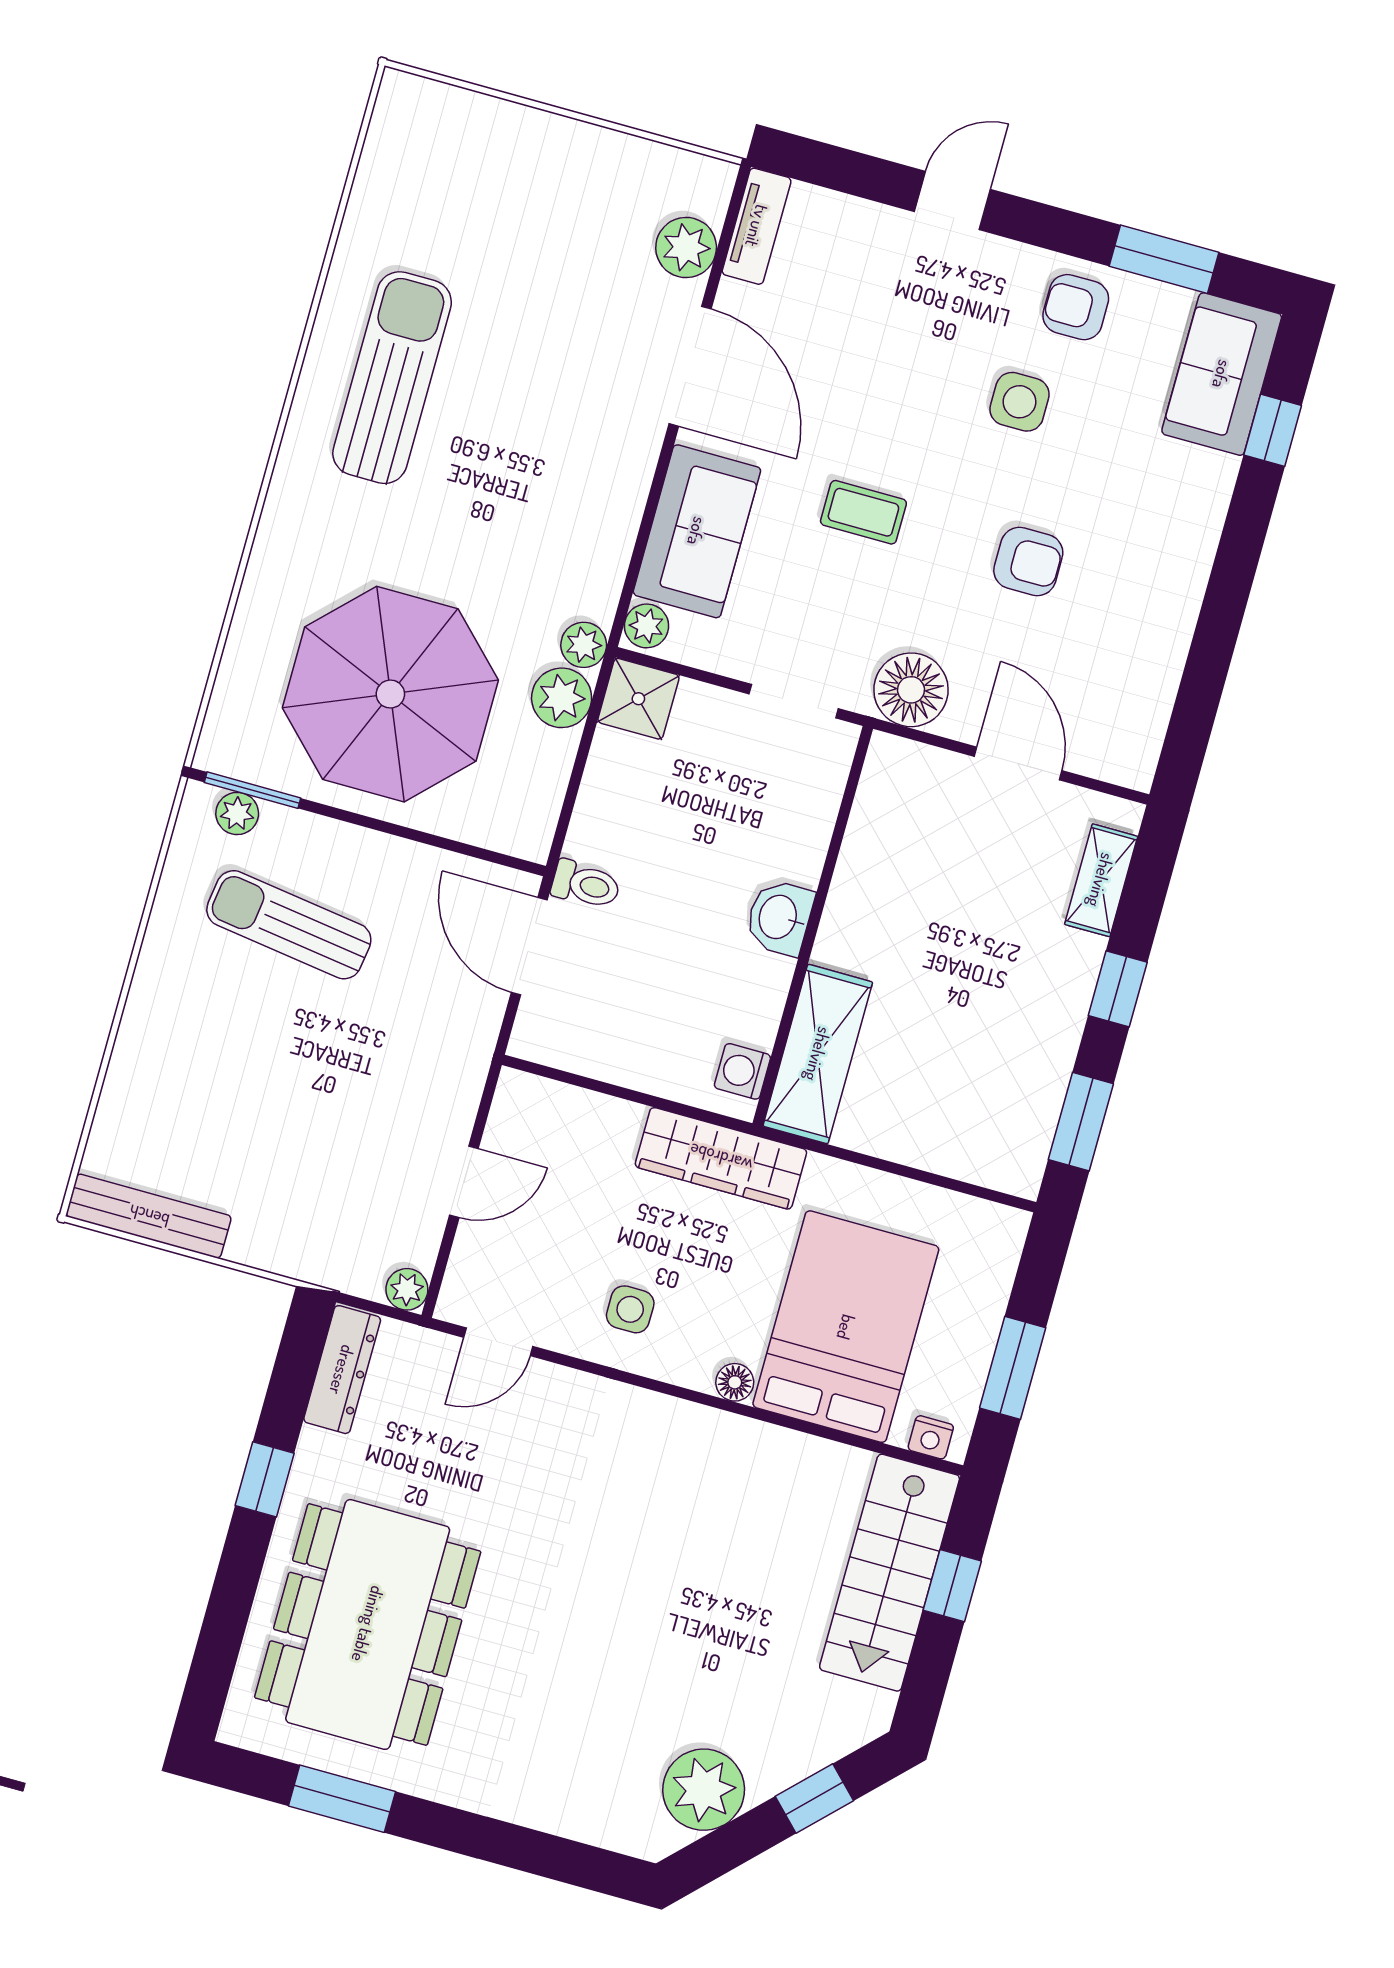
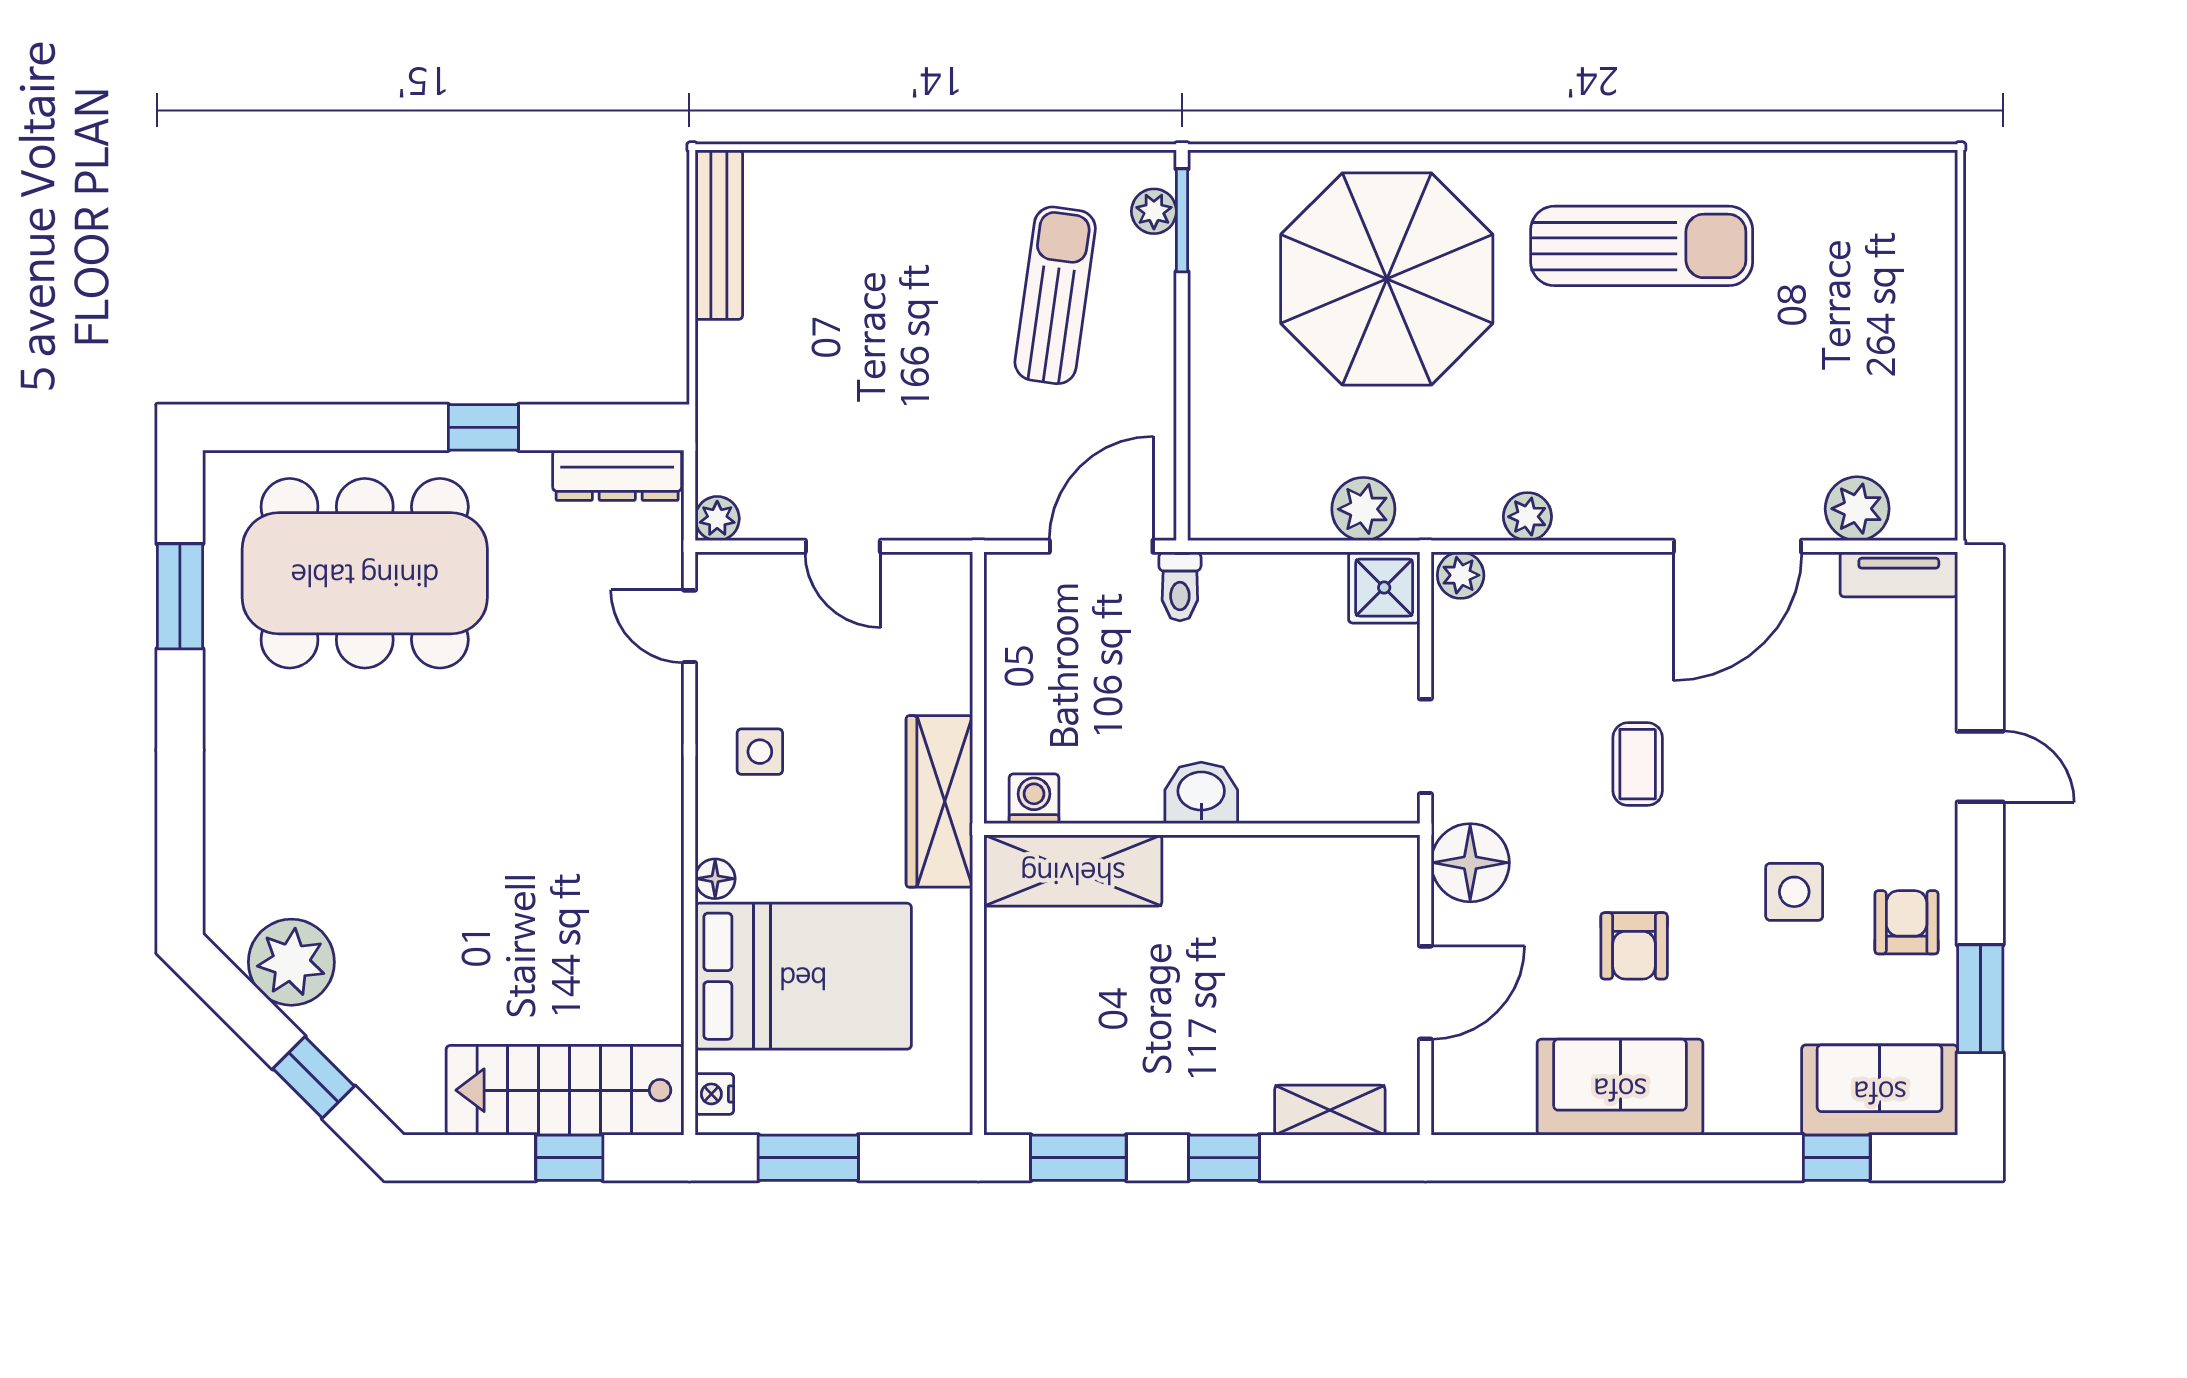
sofa: (697, 531) -> (1620, 1087), moved, turned 180
plant: (584, 645) -> (1527, 517), moved
parasol: (390, 694) -> (1387, 279), moved

